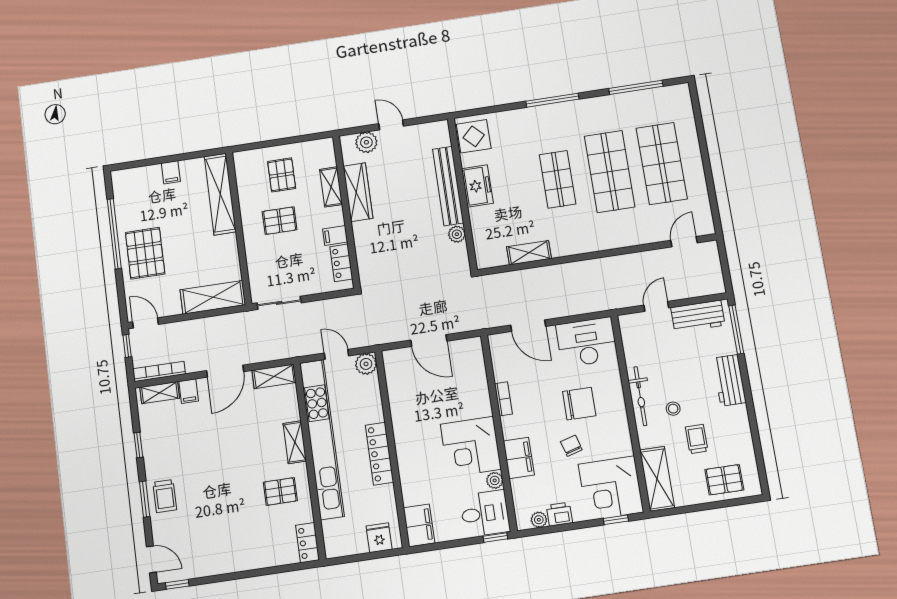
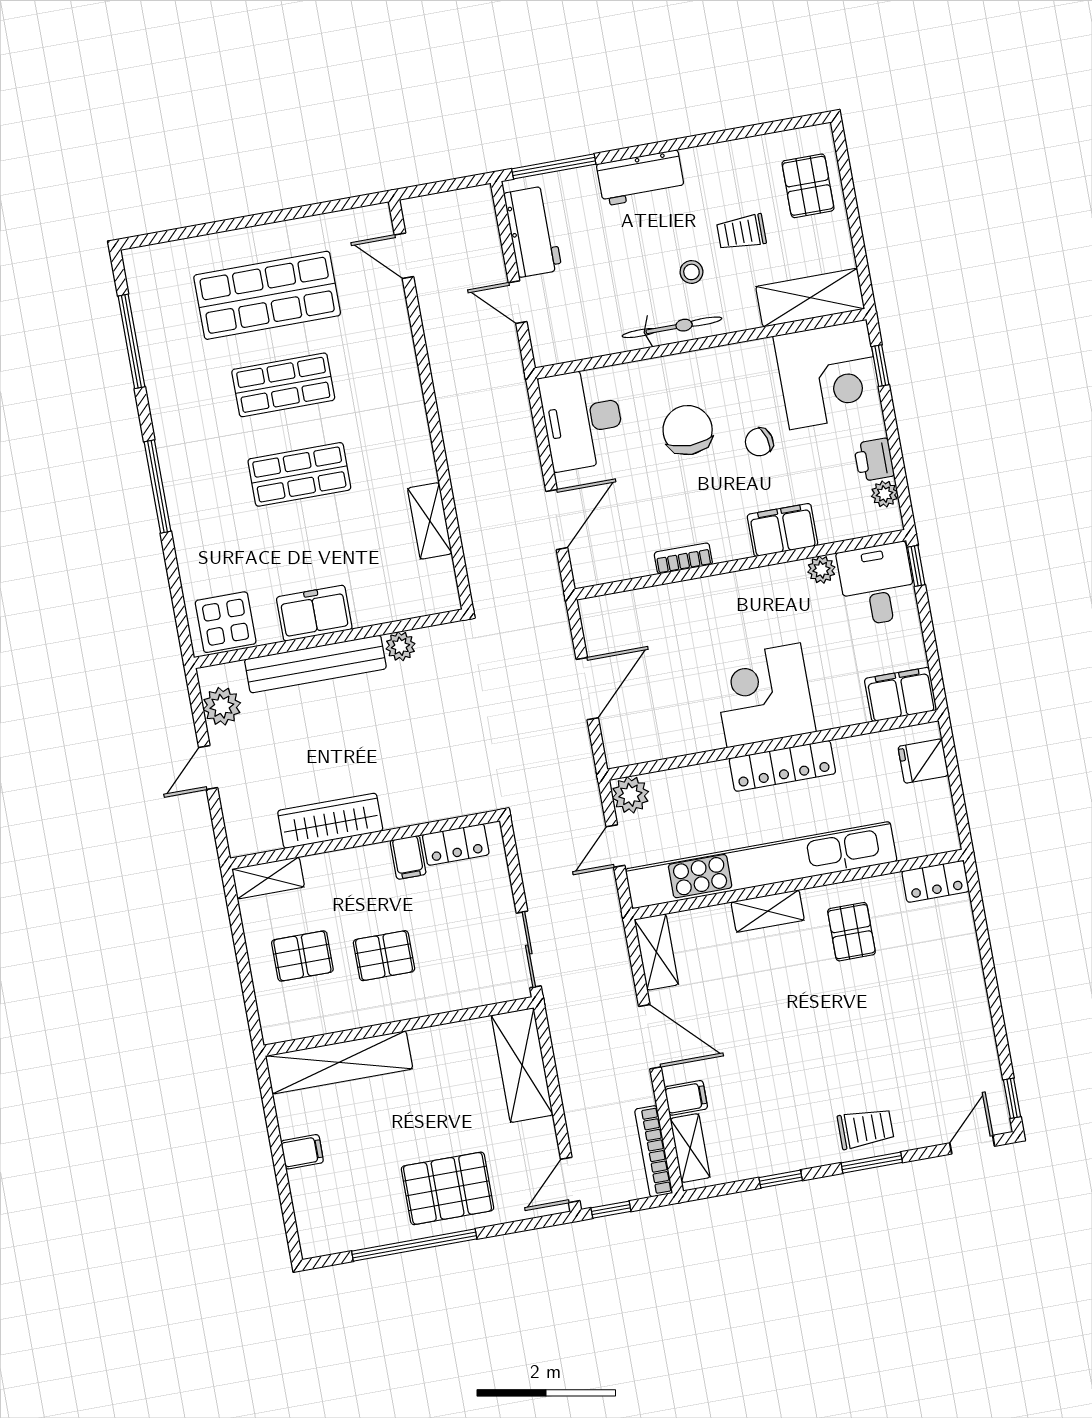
plant: (366, 142) -> (222, 706), moved
shop shelf: (610, 171) -> (283, 385), width x0.70, depth x0.74
shelving: (331, 187) -> (268, 878), moved
pallet: (280, 221) -> (384, 956), turned 90
corner desk: (471, 447) -> (764, 695), moved, turned 180

